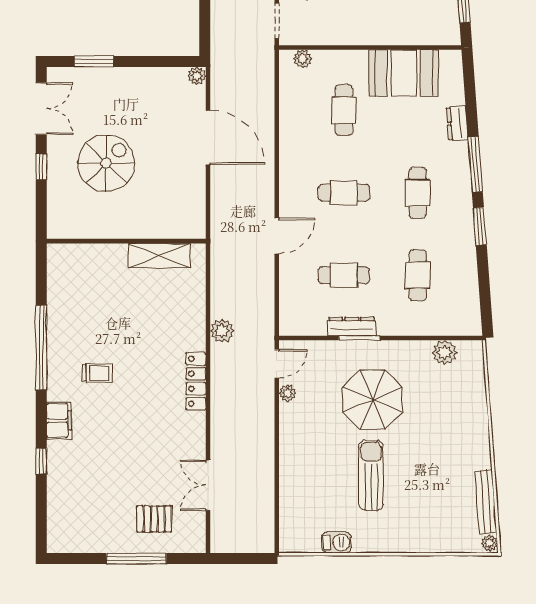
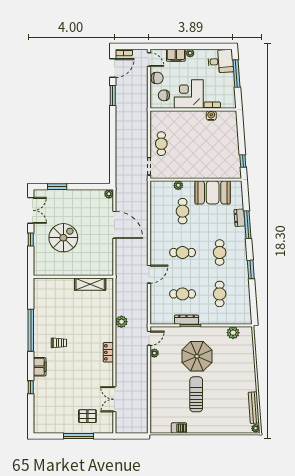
plant: (302, 59) -> (178, 185), moved
window: (475, 164) -> (248, 225), moved
locker: (196, 381) -> (108, 352), width x0.66

